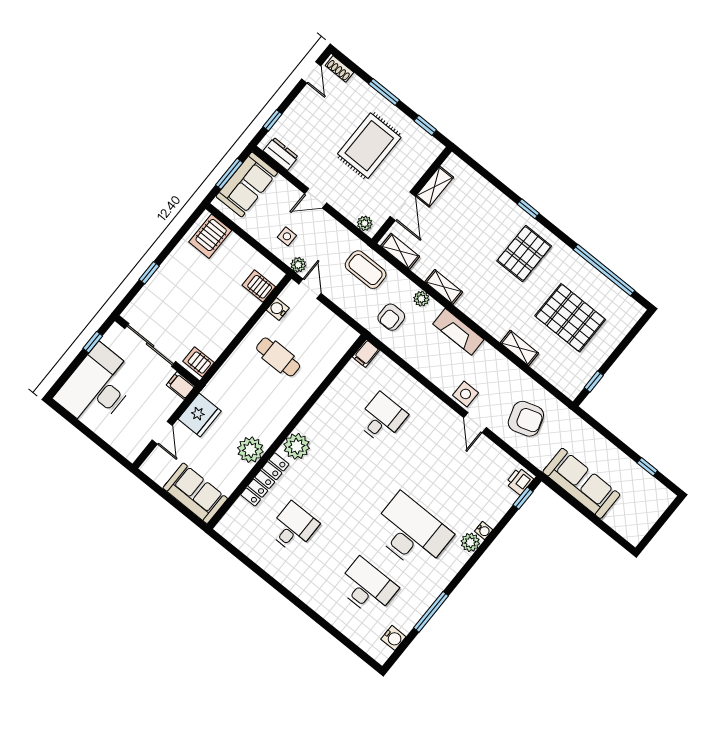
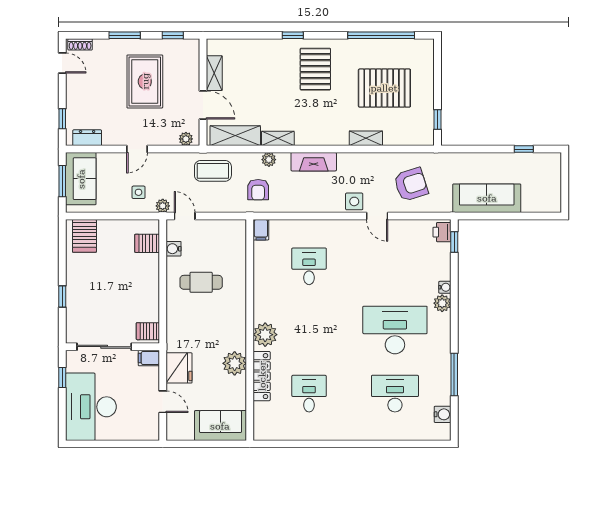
shelving: (400, 251) -> (235, 136), width x1.50, depth x1.33

